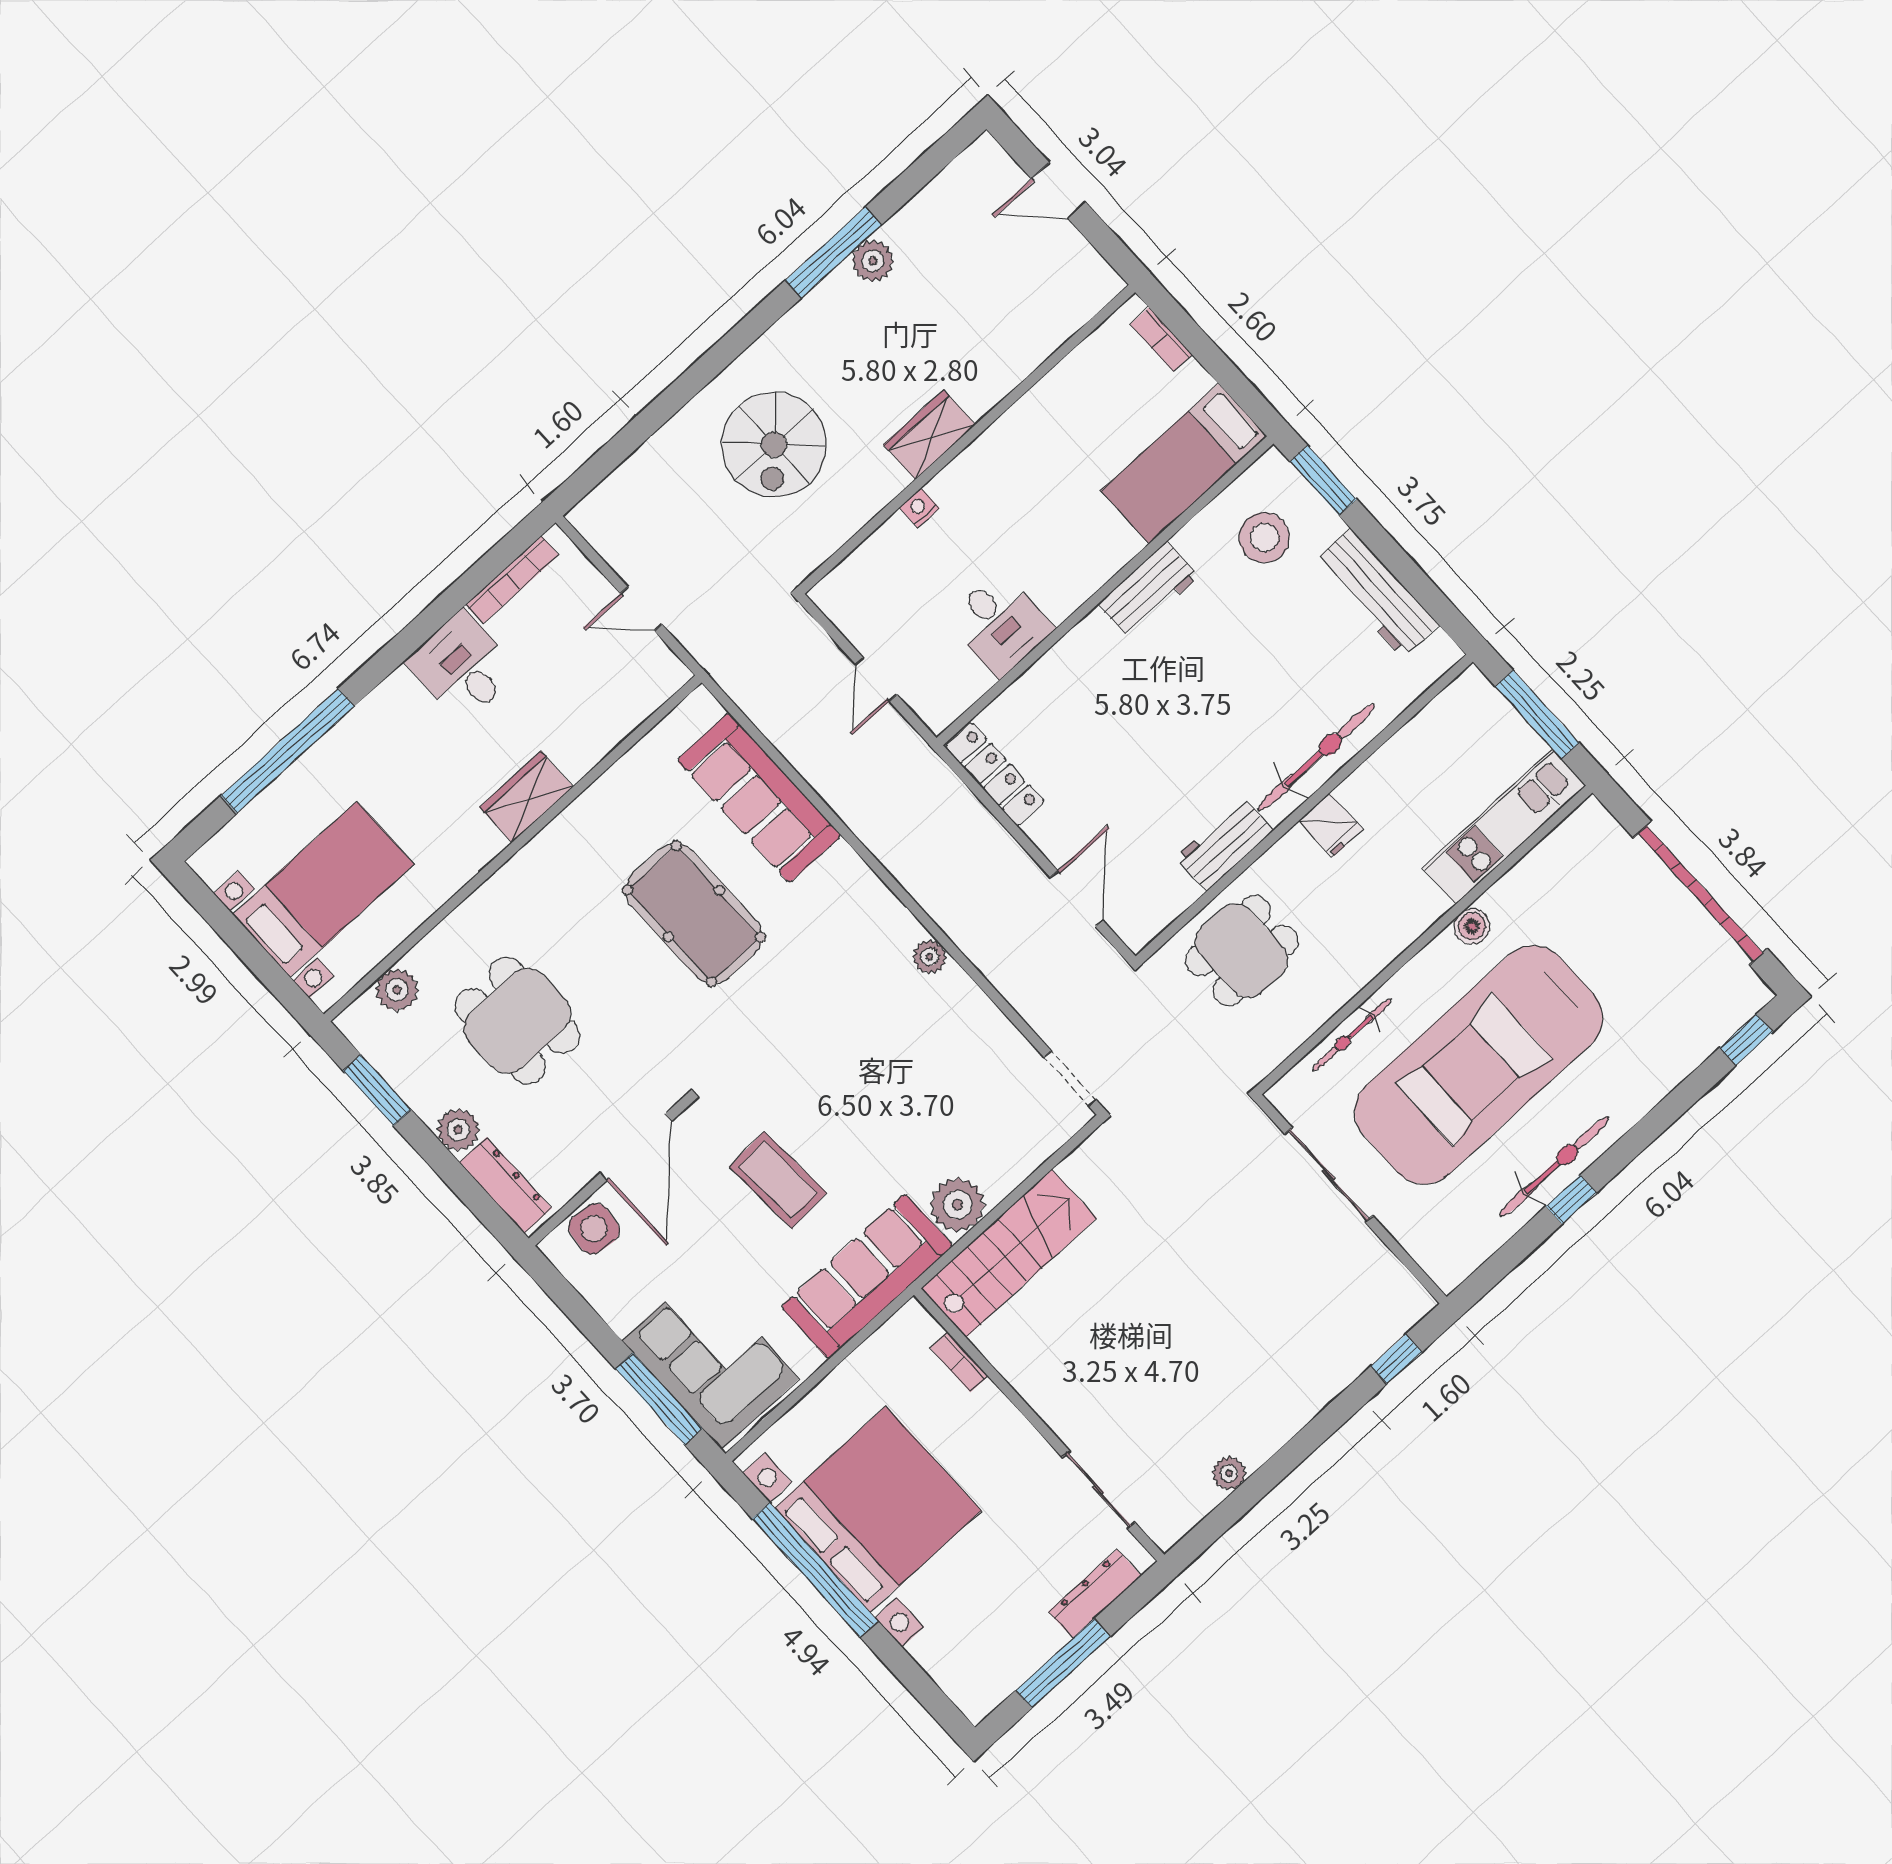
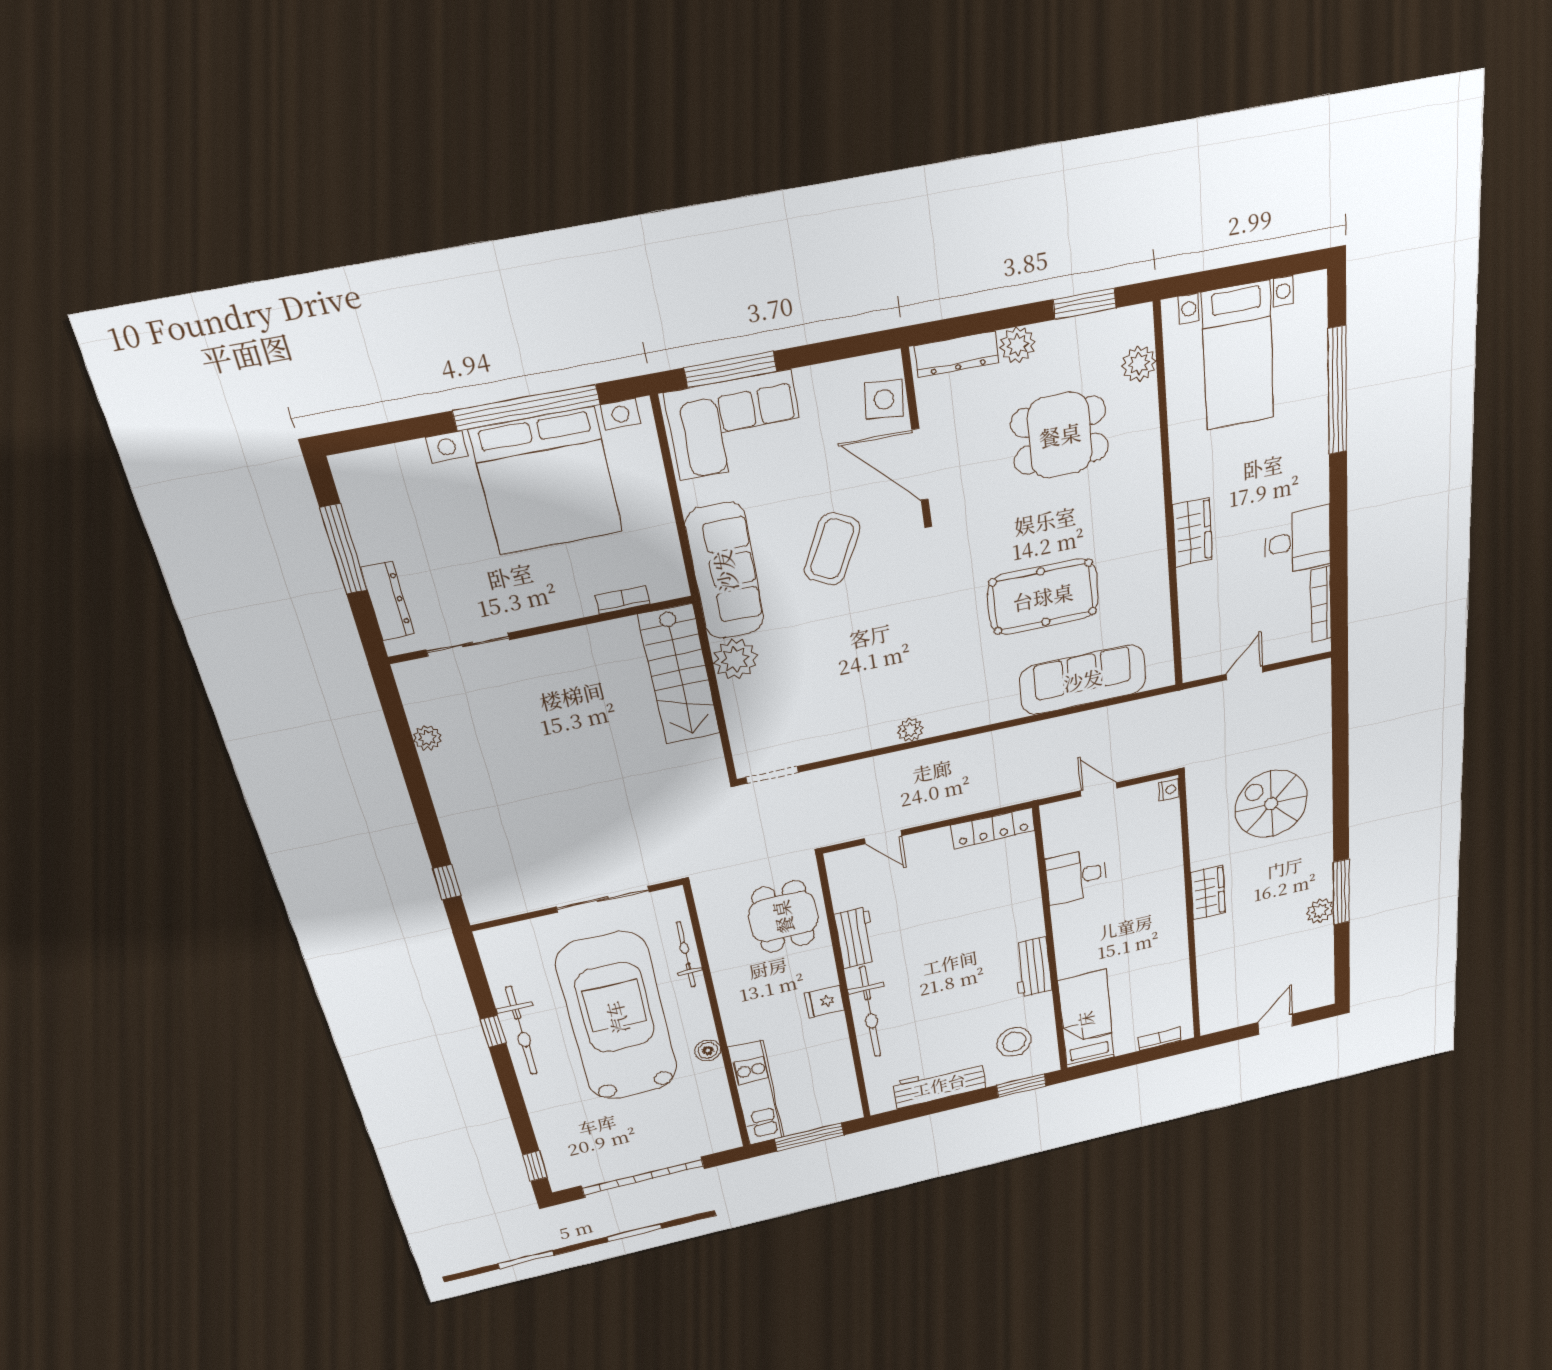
nightstand: (919, 508) -> (1169, 790), moved
door: (1077, 899) -> (883, 837), width x0.73
coffee table: (778, 1180) -> (832, 549), turned -60

